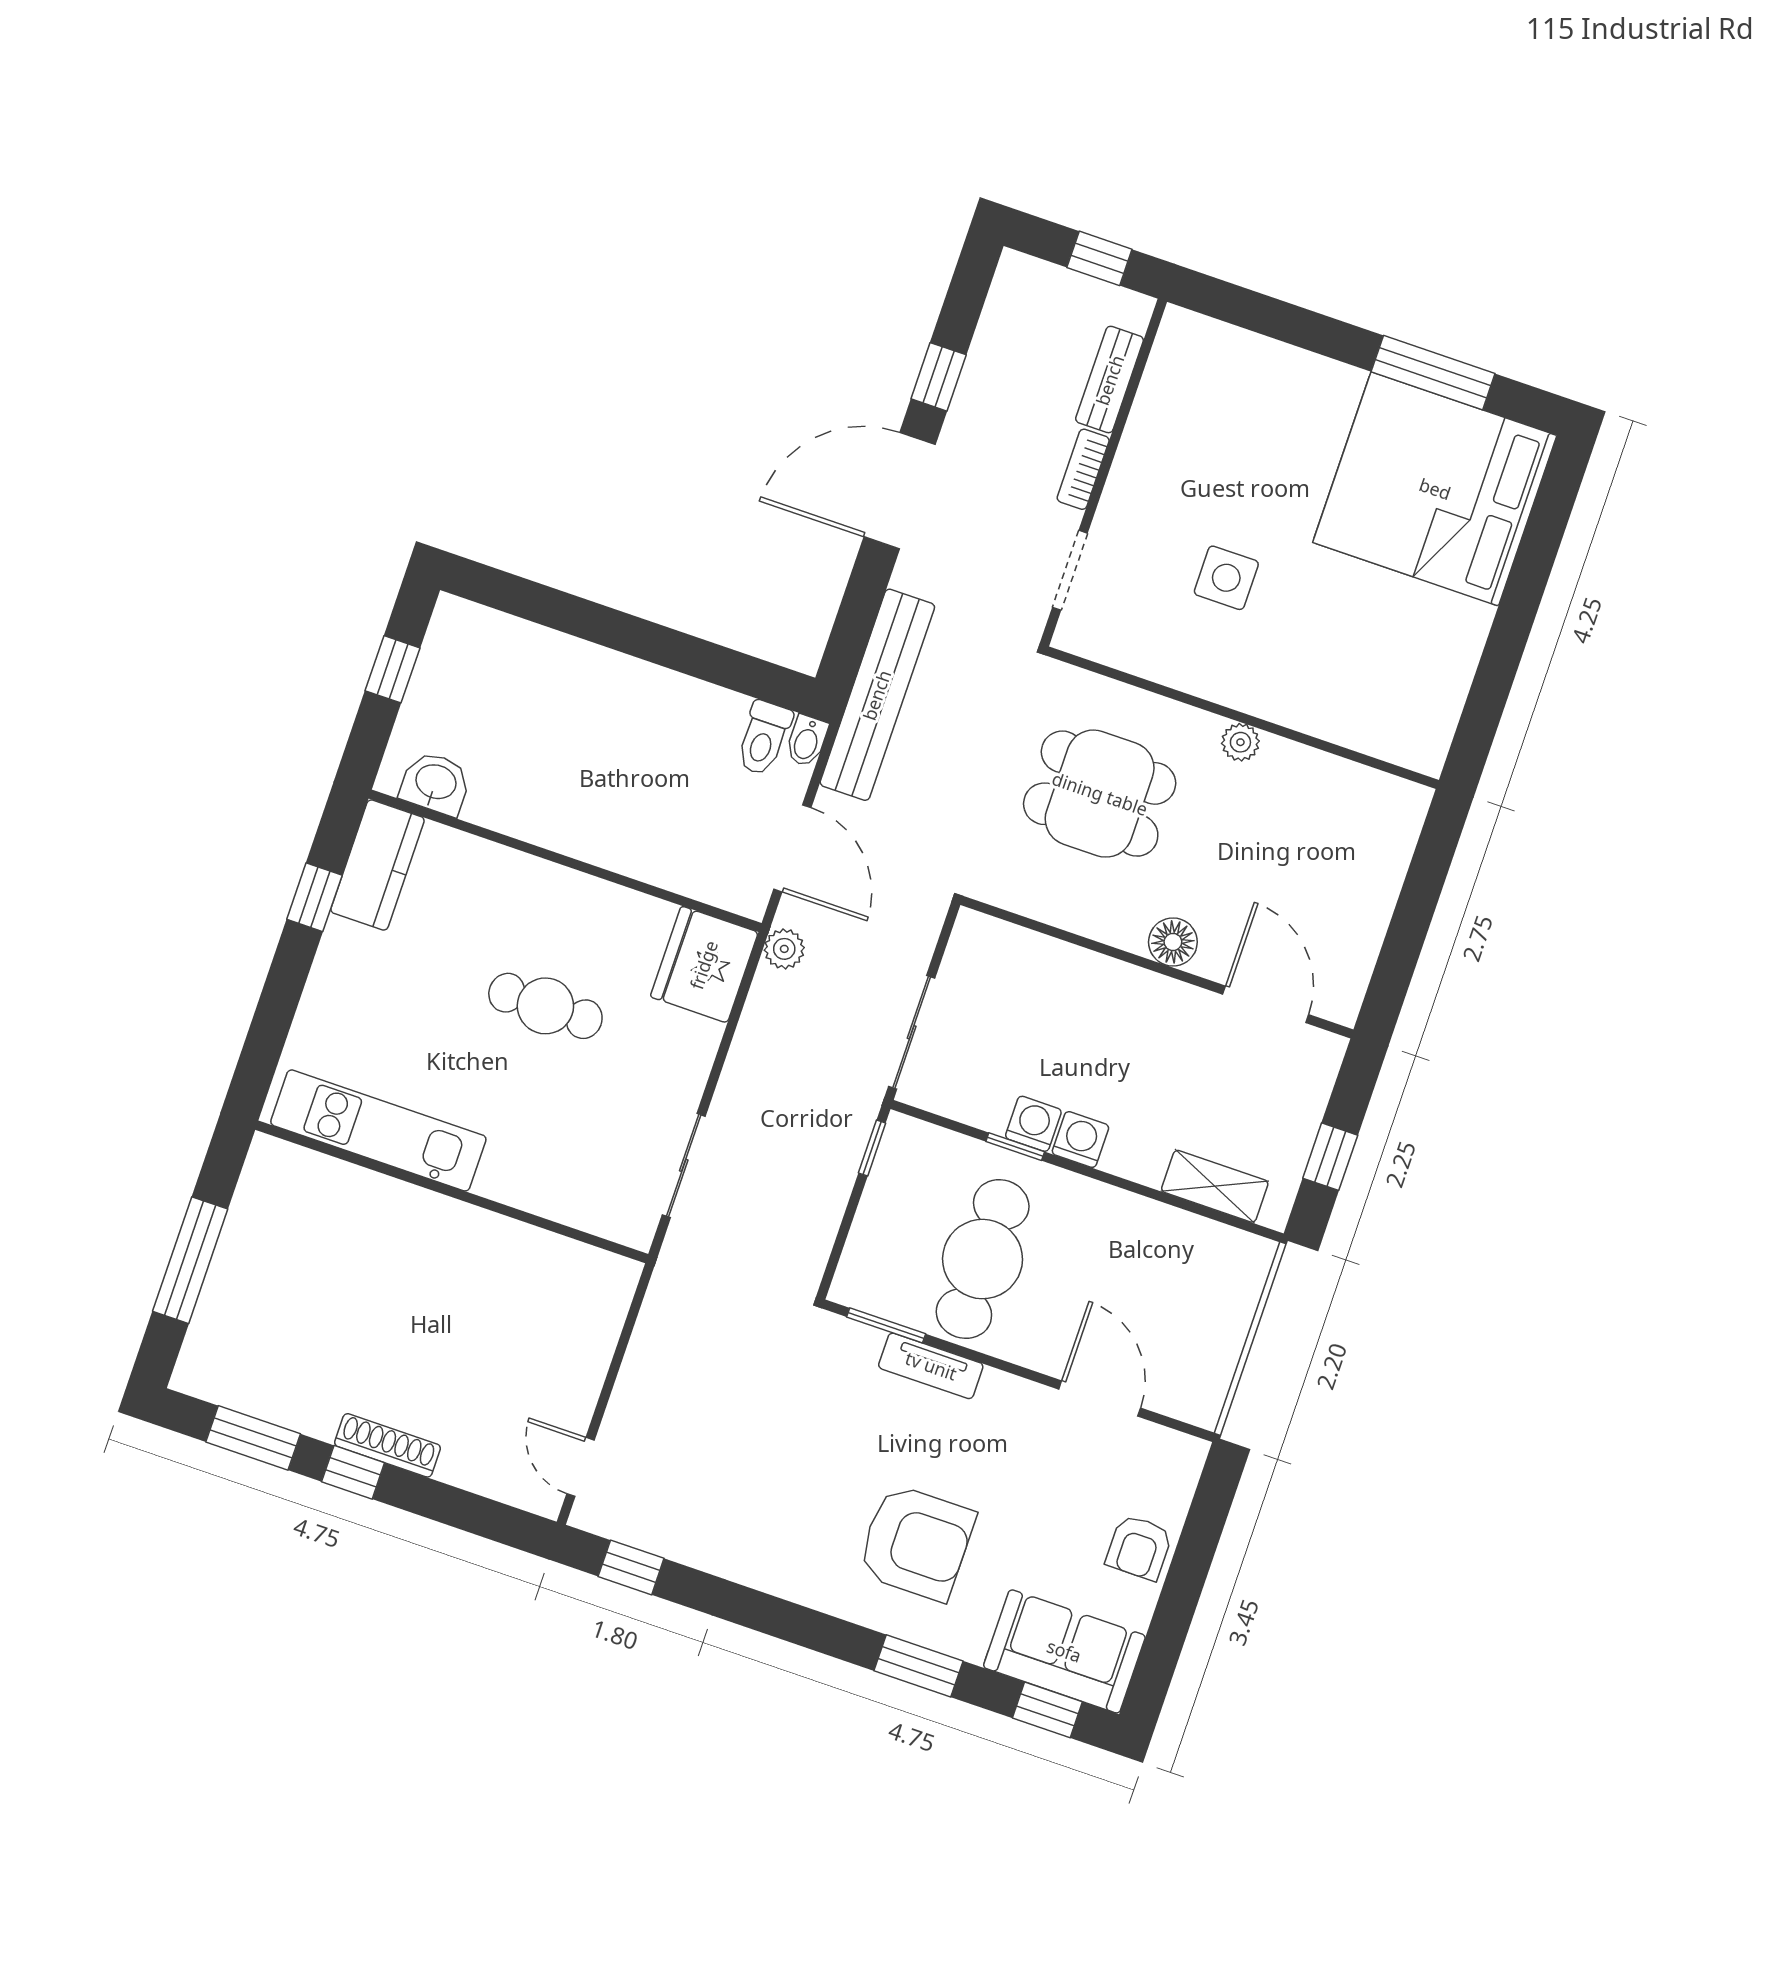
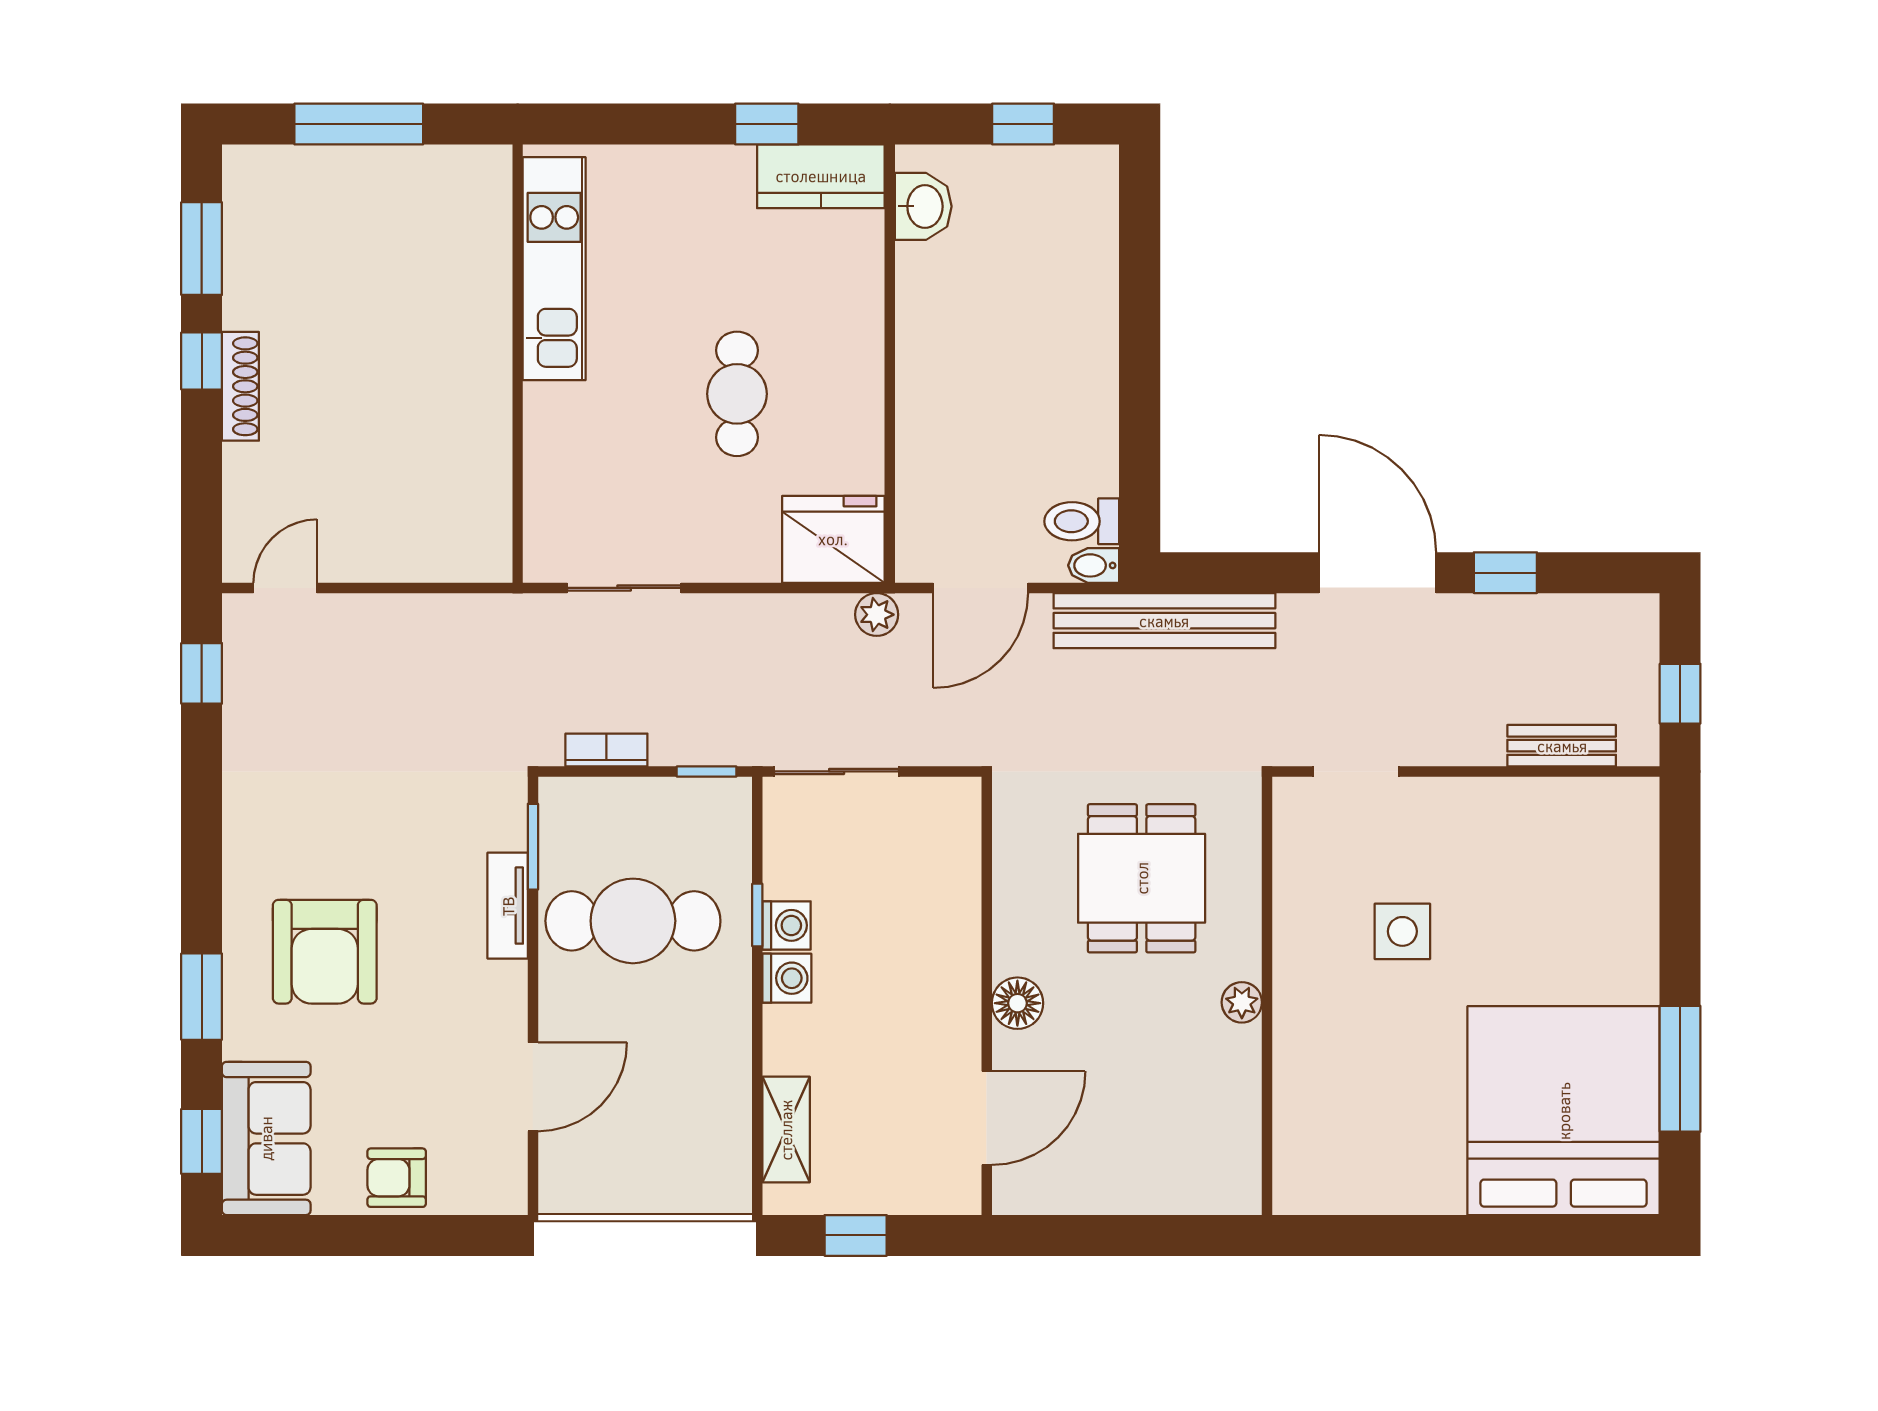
bookcase: (1083, 469) -> (606, 750), moved

